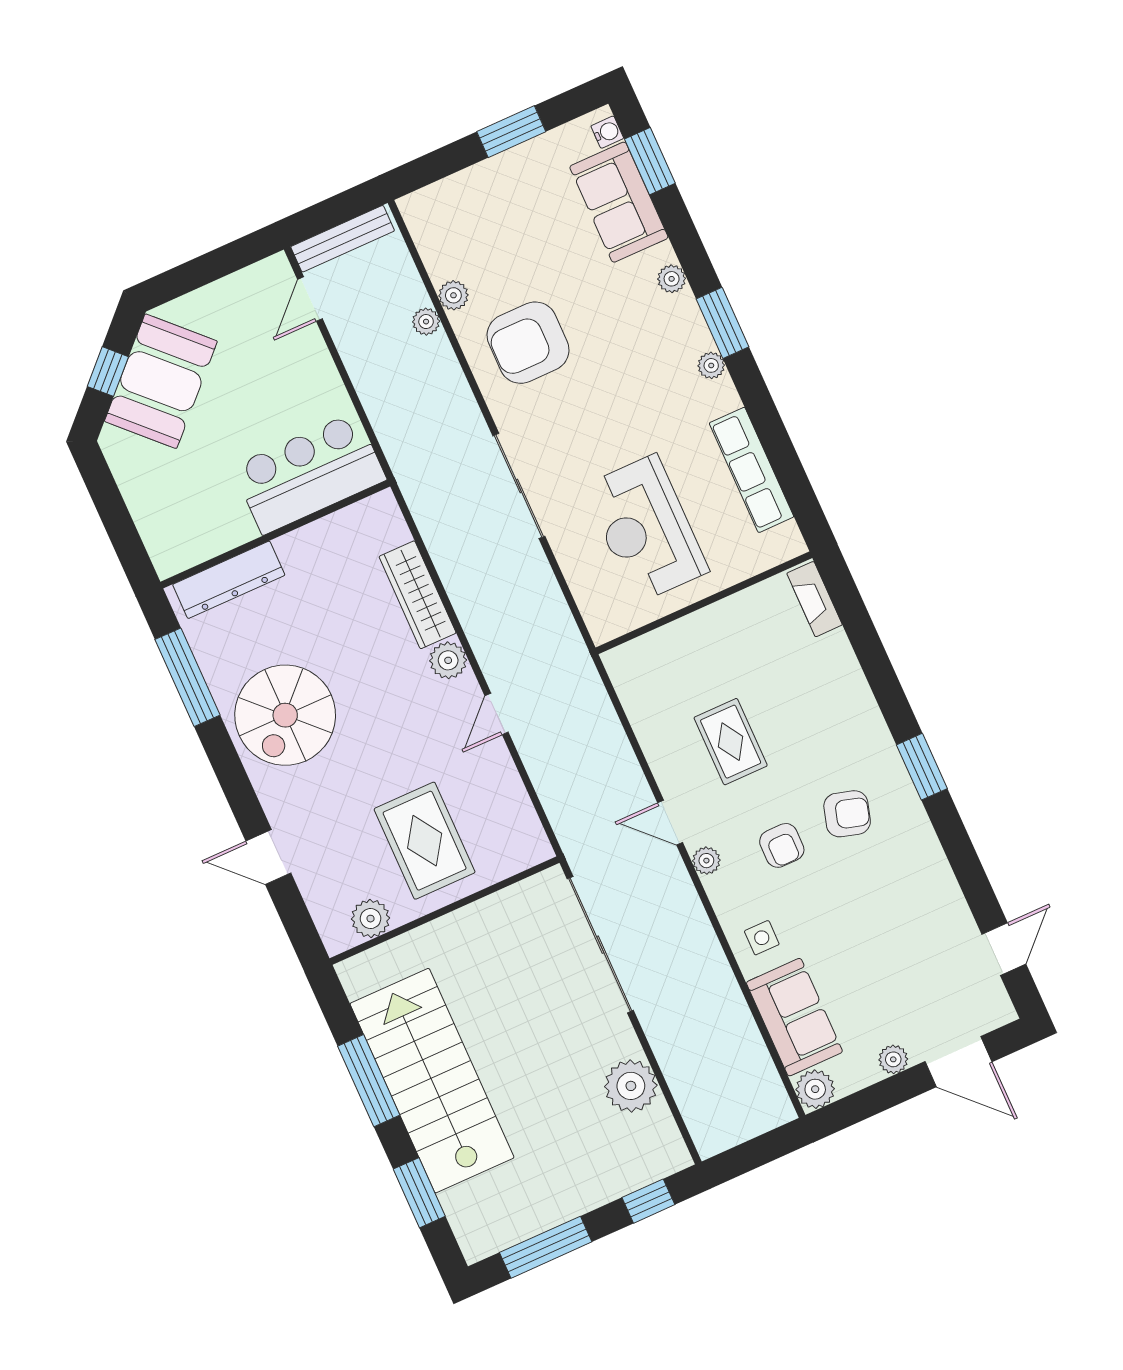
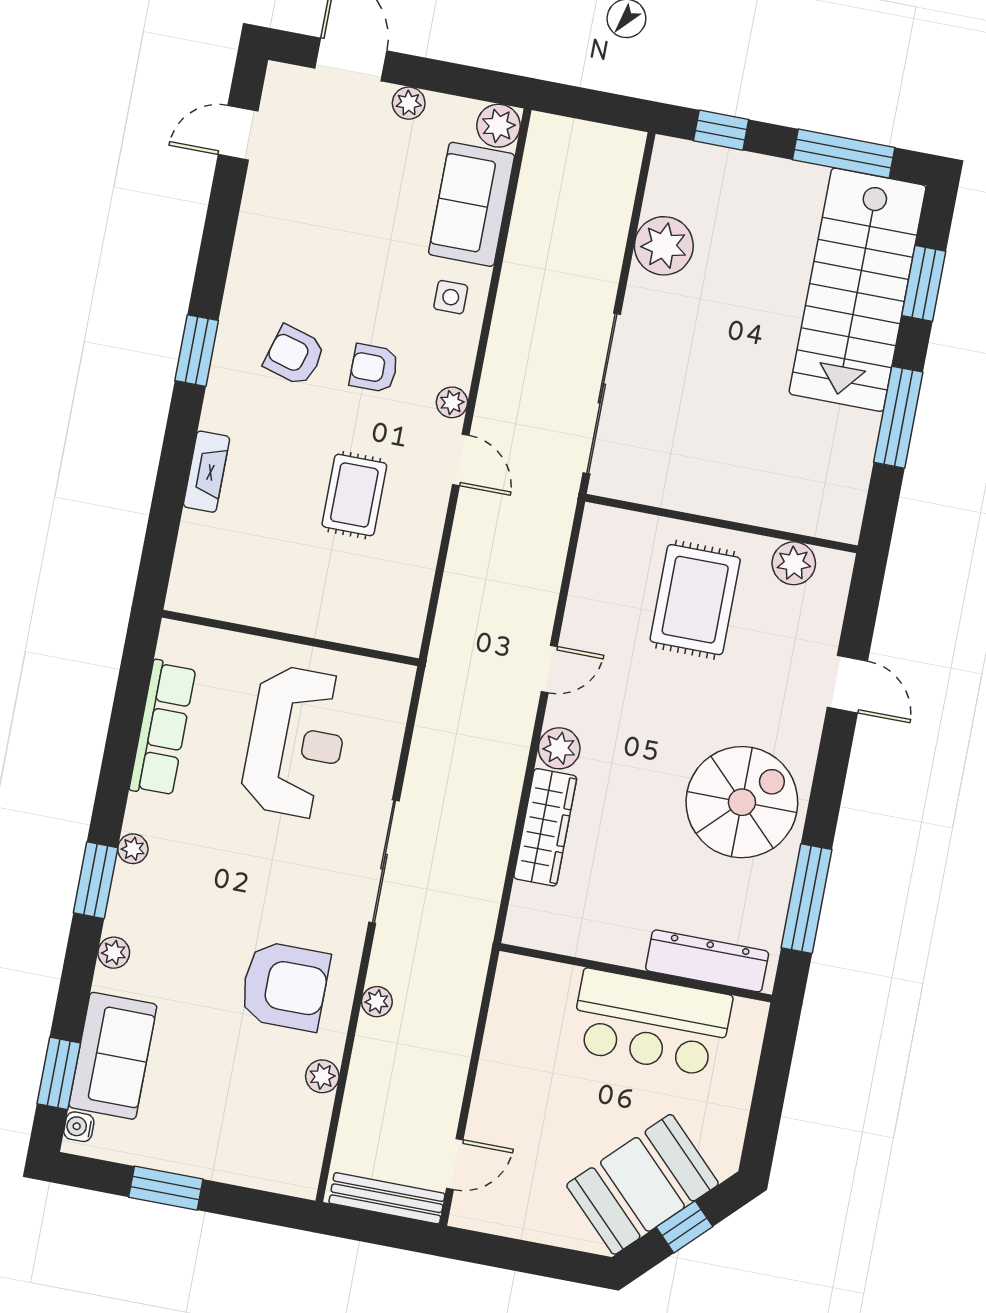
plant: (426, 322) -> (377, 1002), moved
bar counter: (309, 473) -> (651, 1023), moved
fireplace: (815, 599) -> (206, 472), moved
armchair: (782, 845) -> (374, 368), turned -90
stairs: (432, 1081) -> (858, 290), moved

